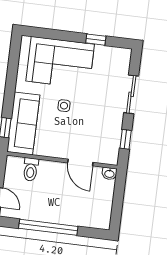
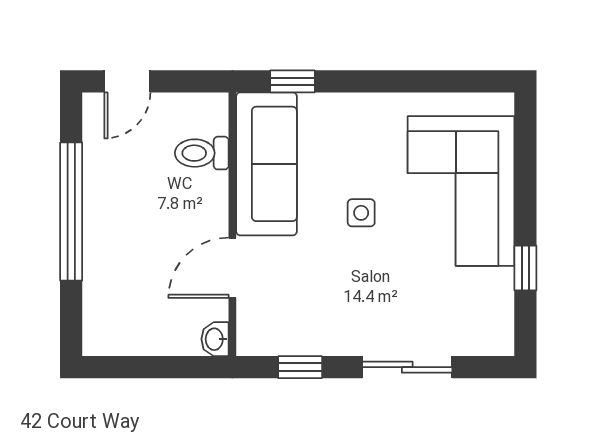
sofa: (23, 123) -> (266, 164), moved, turned -90

